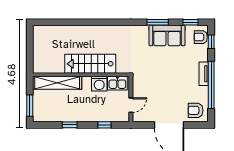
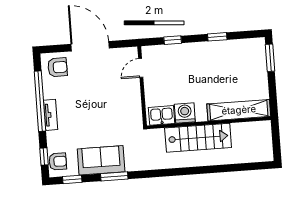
stairs: (90, 64) -> (198, 138), moved
wall: (81, 75) -> (209, 123), moved
shelving: (57, 83) -> (239, 110), moved
kitchen sink: (117, 83) -> (162, 115), moved
washing machine: (99, 84) -> (185, 113), moved

